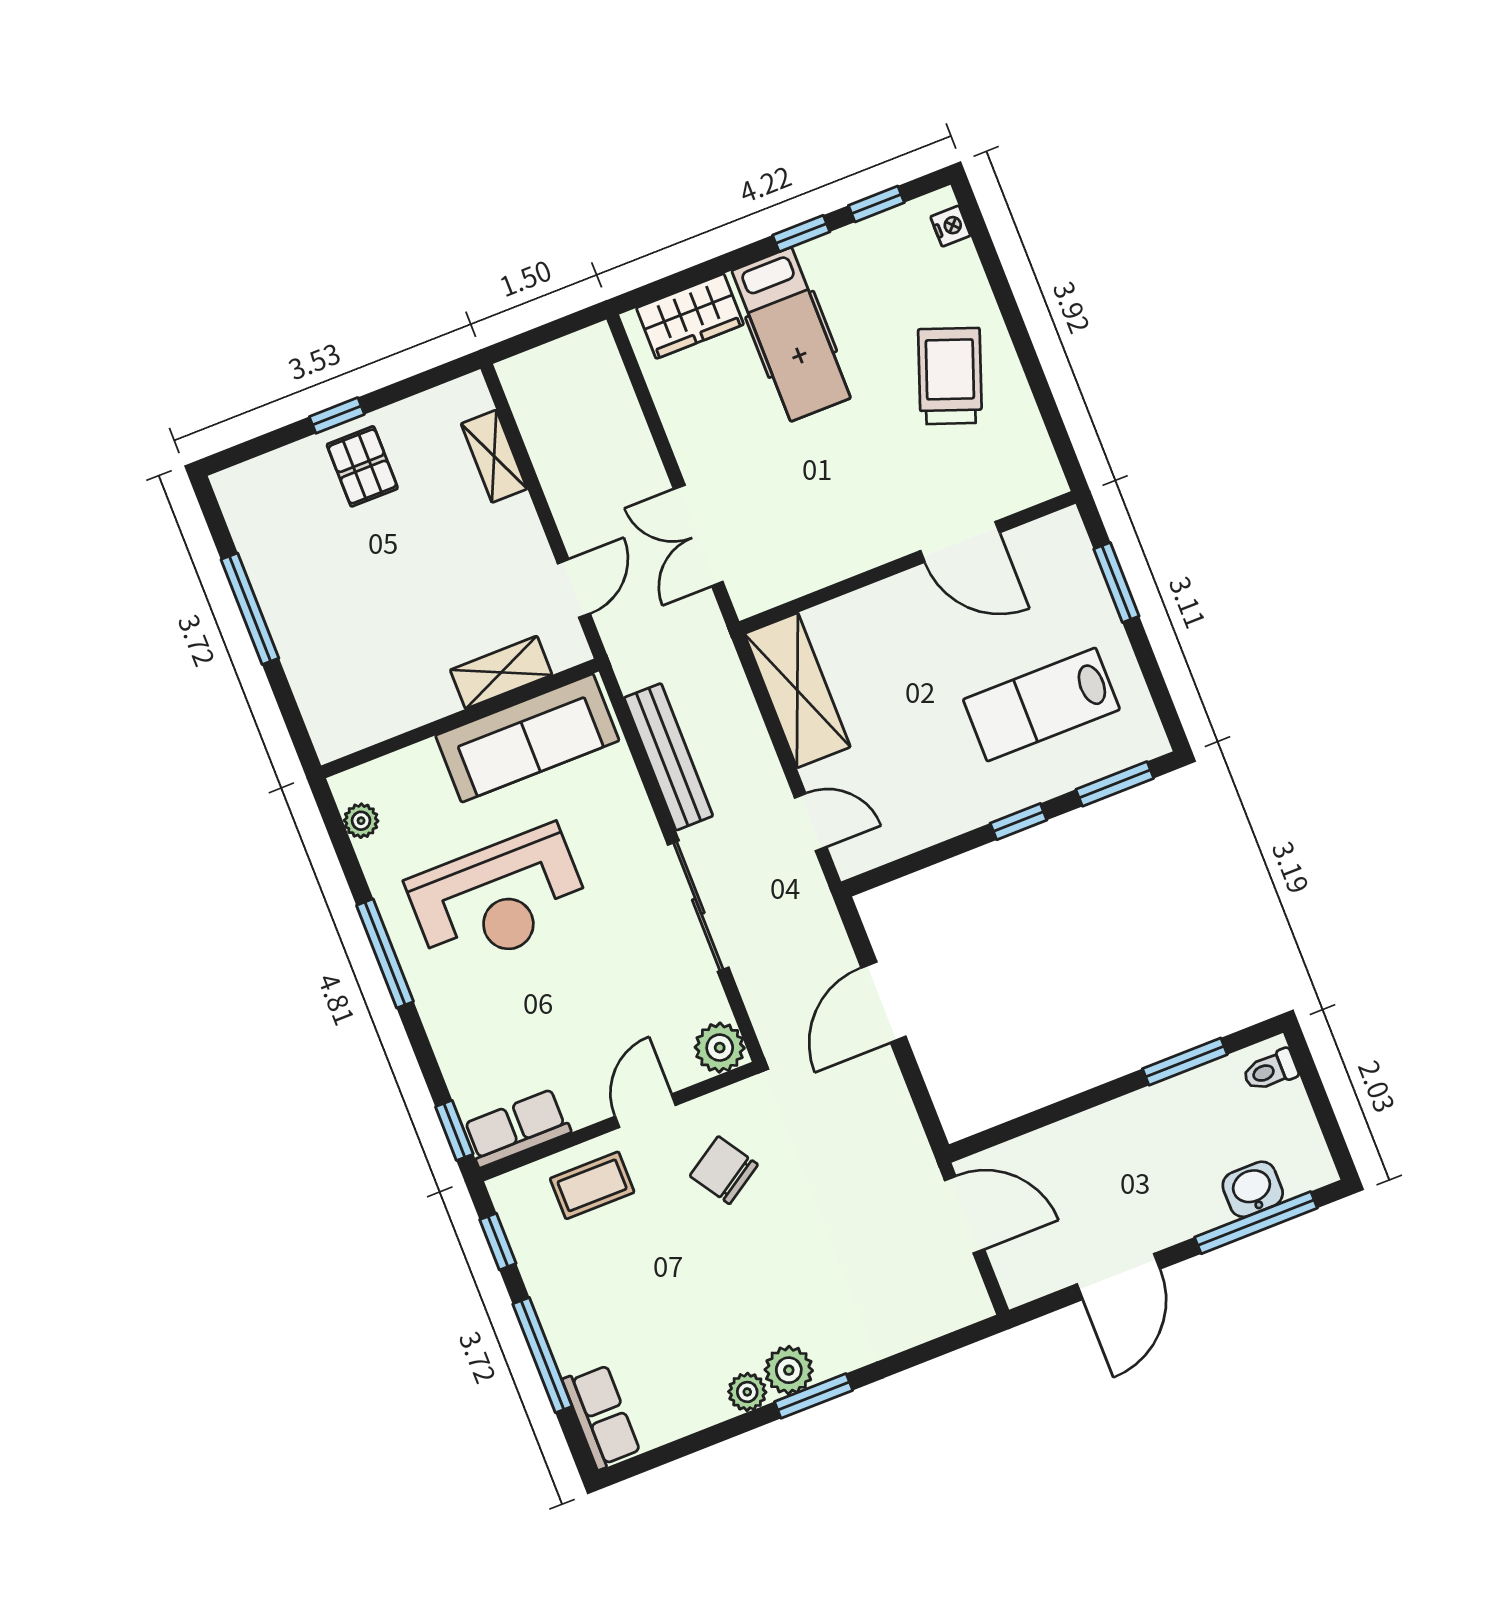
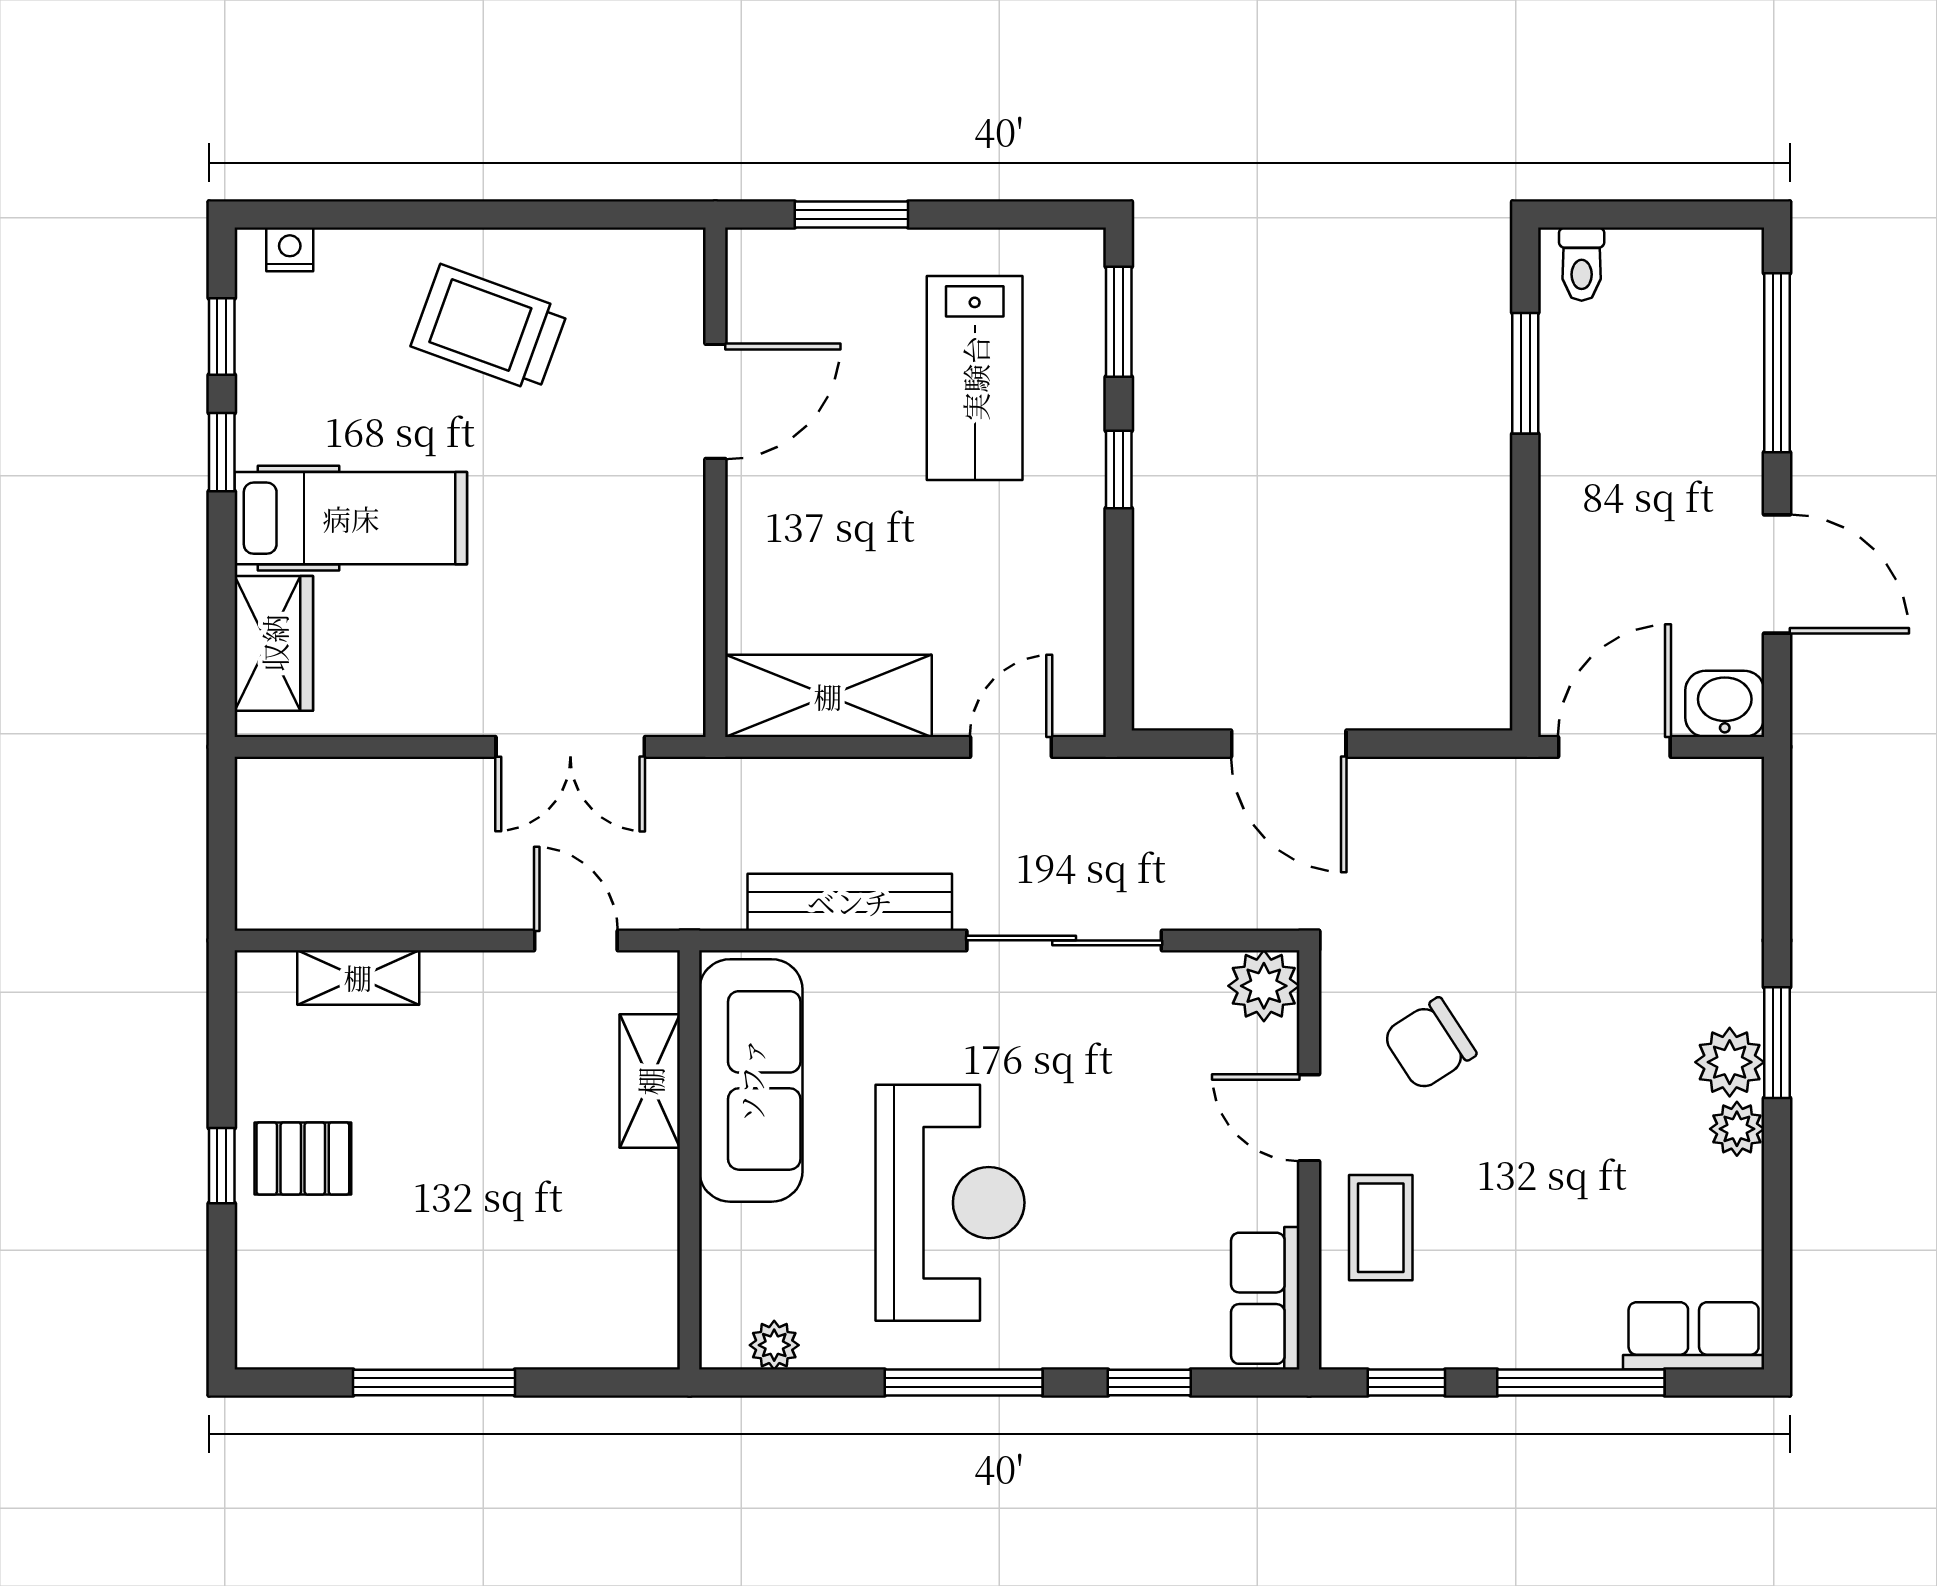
window: (454, 1130) -> (1149, 1383), moved
washbasin: (1253, 1189) -> (1725, 704), moved, turned 90

